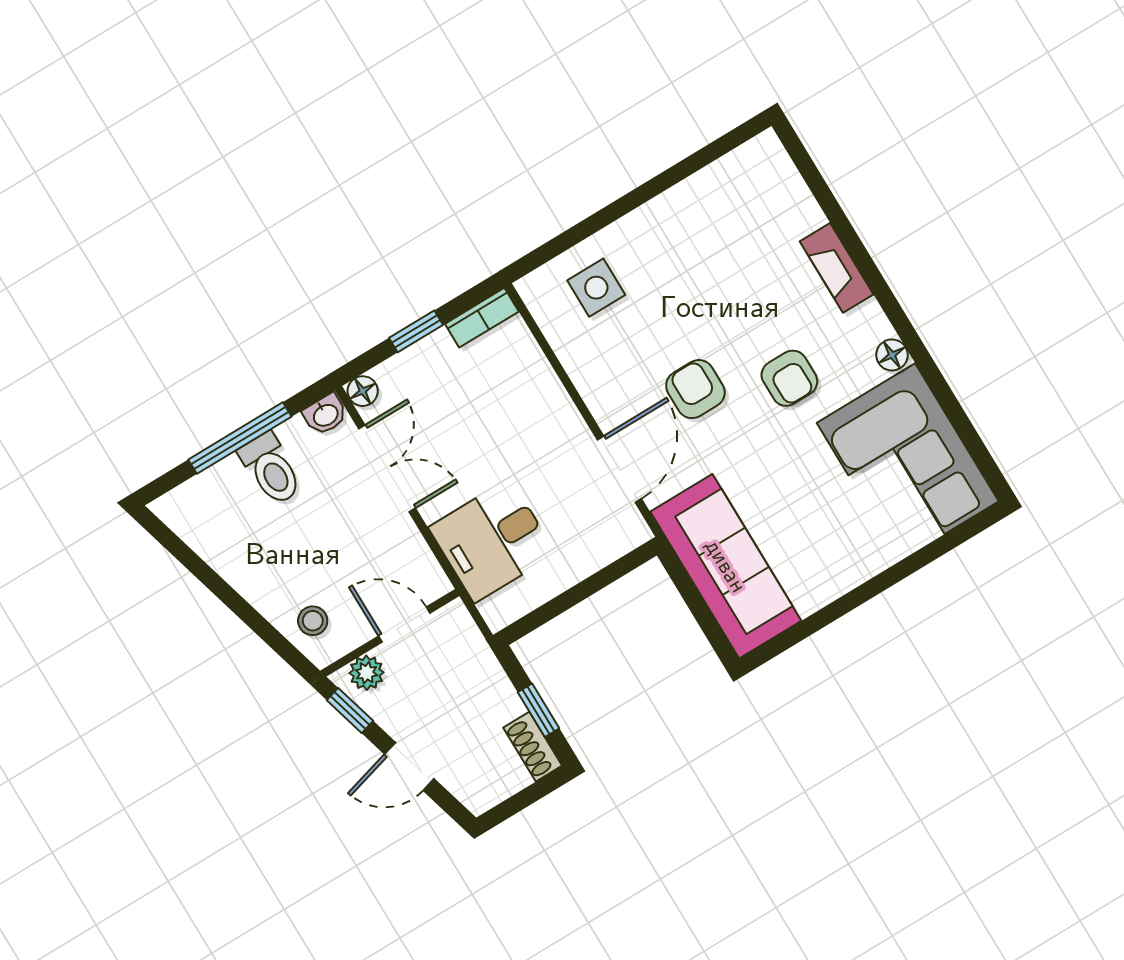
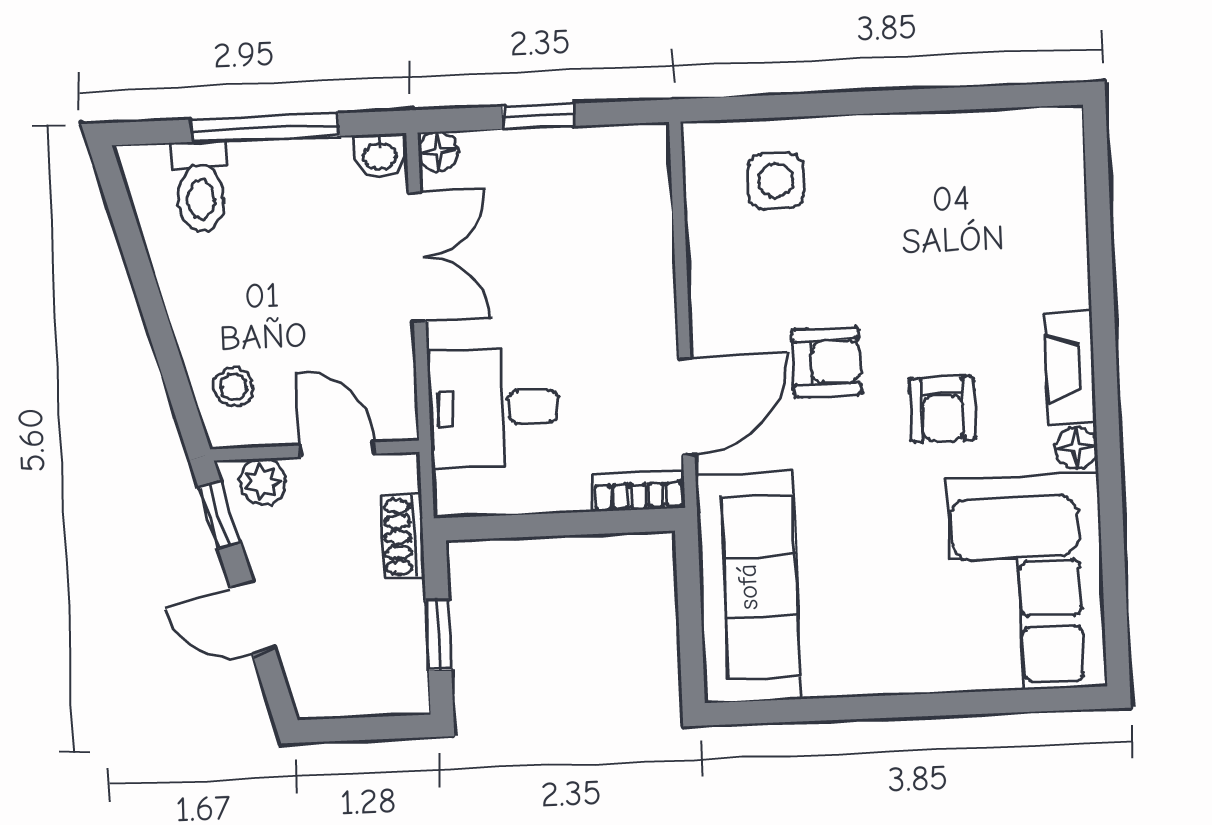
fireplace: (837, 268) -> (1070, 367), moved
bookcase: (482, 318) -> (638, 491), moved, turned 180
armchair: (695, 389) -> (826, 362), turned 90
toilet: (271, 469) -> (200, 187), moved
shoe rack: (533, 747) -> (403, 537), moved

